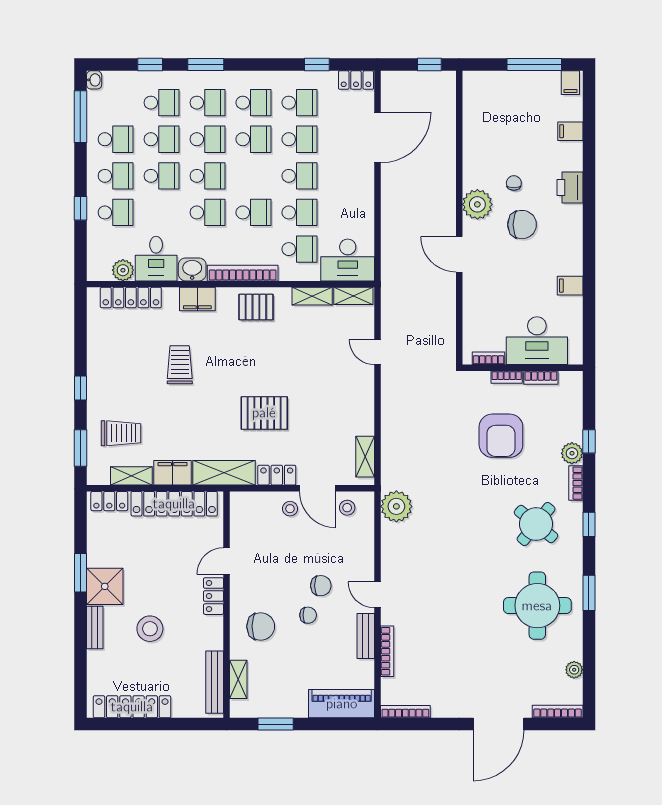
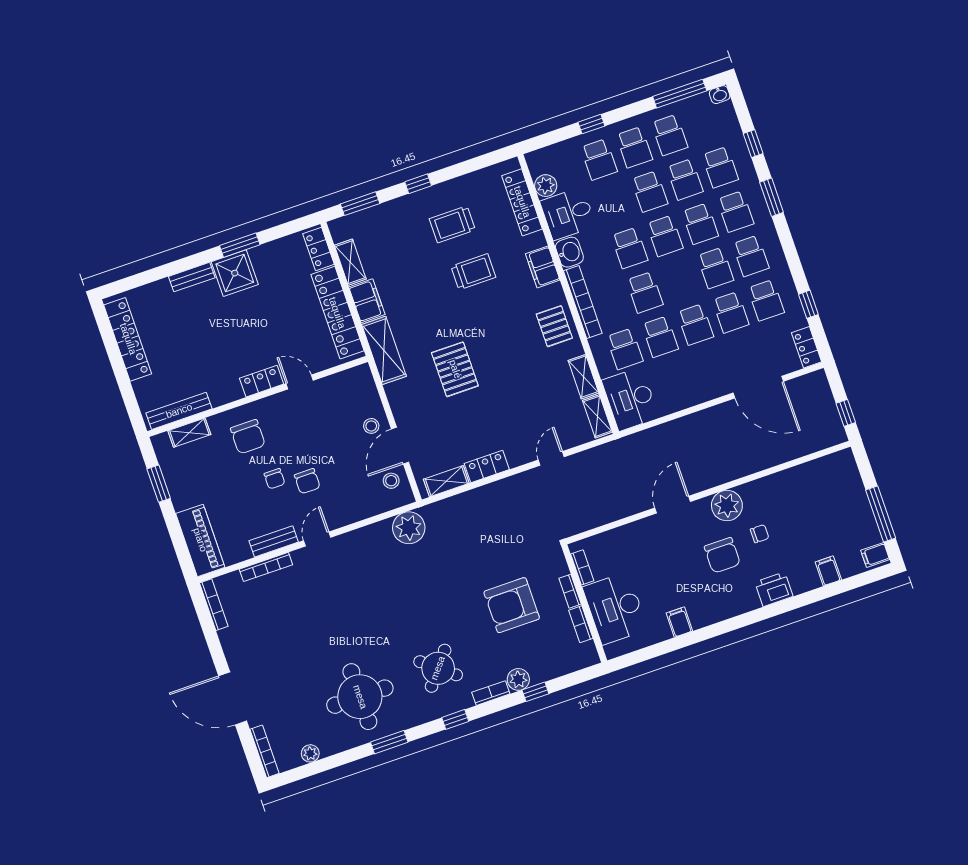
trolley: (121, 433) -> (452, 224), moved, turned 90
locker: (277, 475) -> (487, 466), moved, turned -90
stool: (150, 629) -> (209, 331), removed

